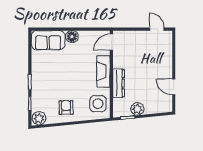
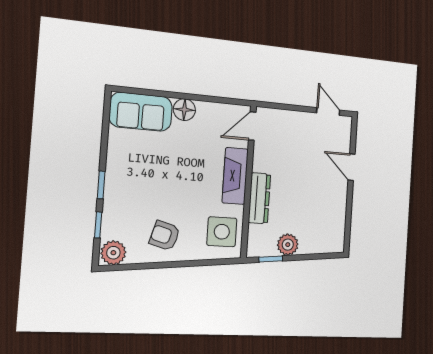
door: (174, 87) -> (351, 167), moved
armchair: (66, 107) -> (165, 236), turned -73

